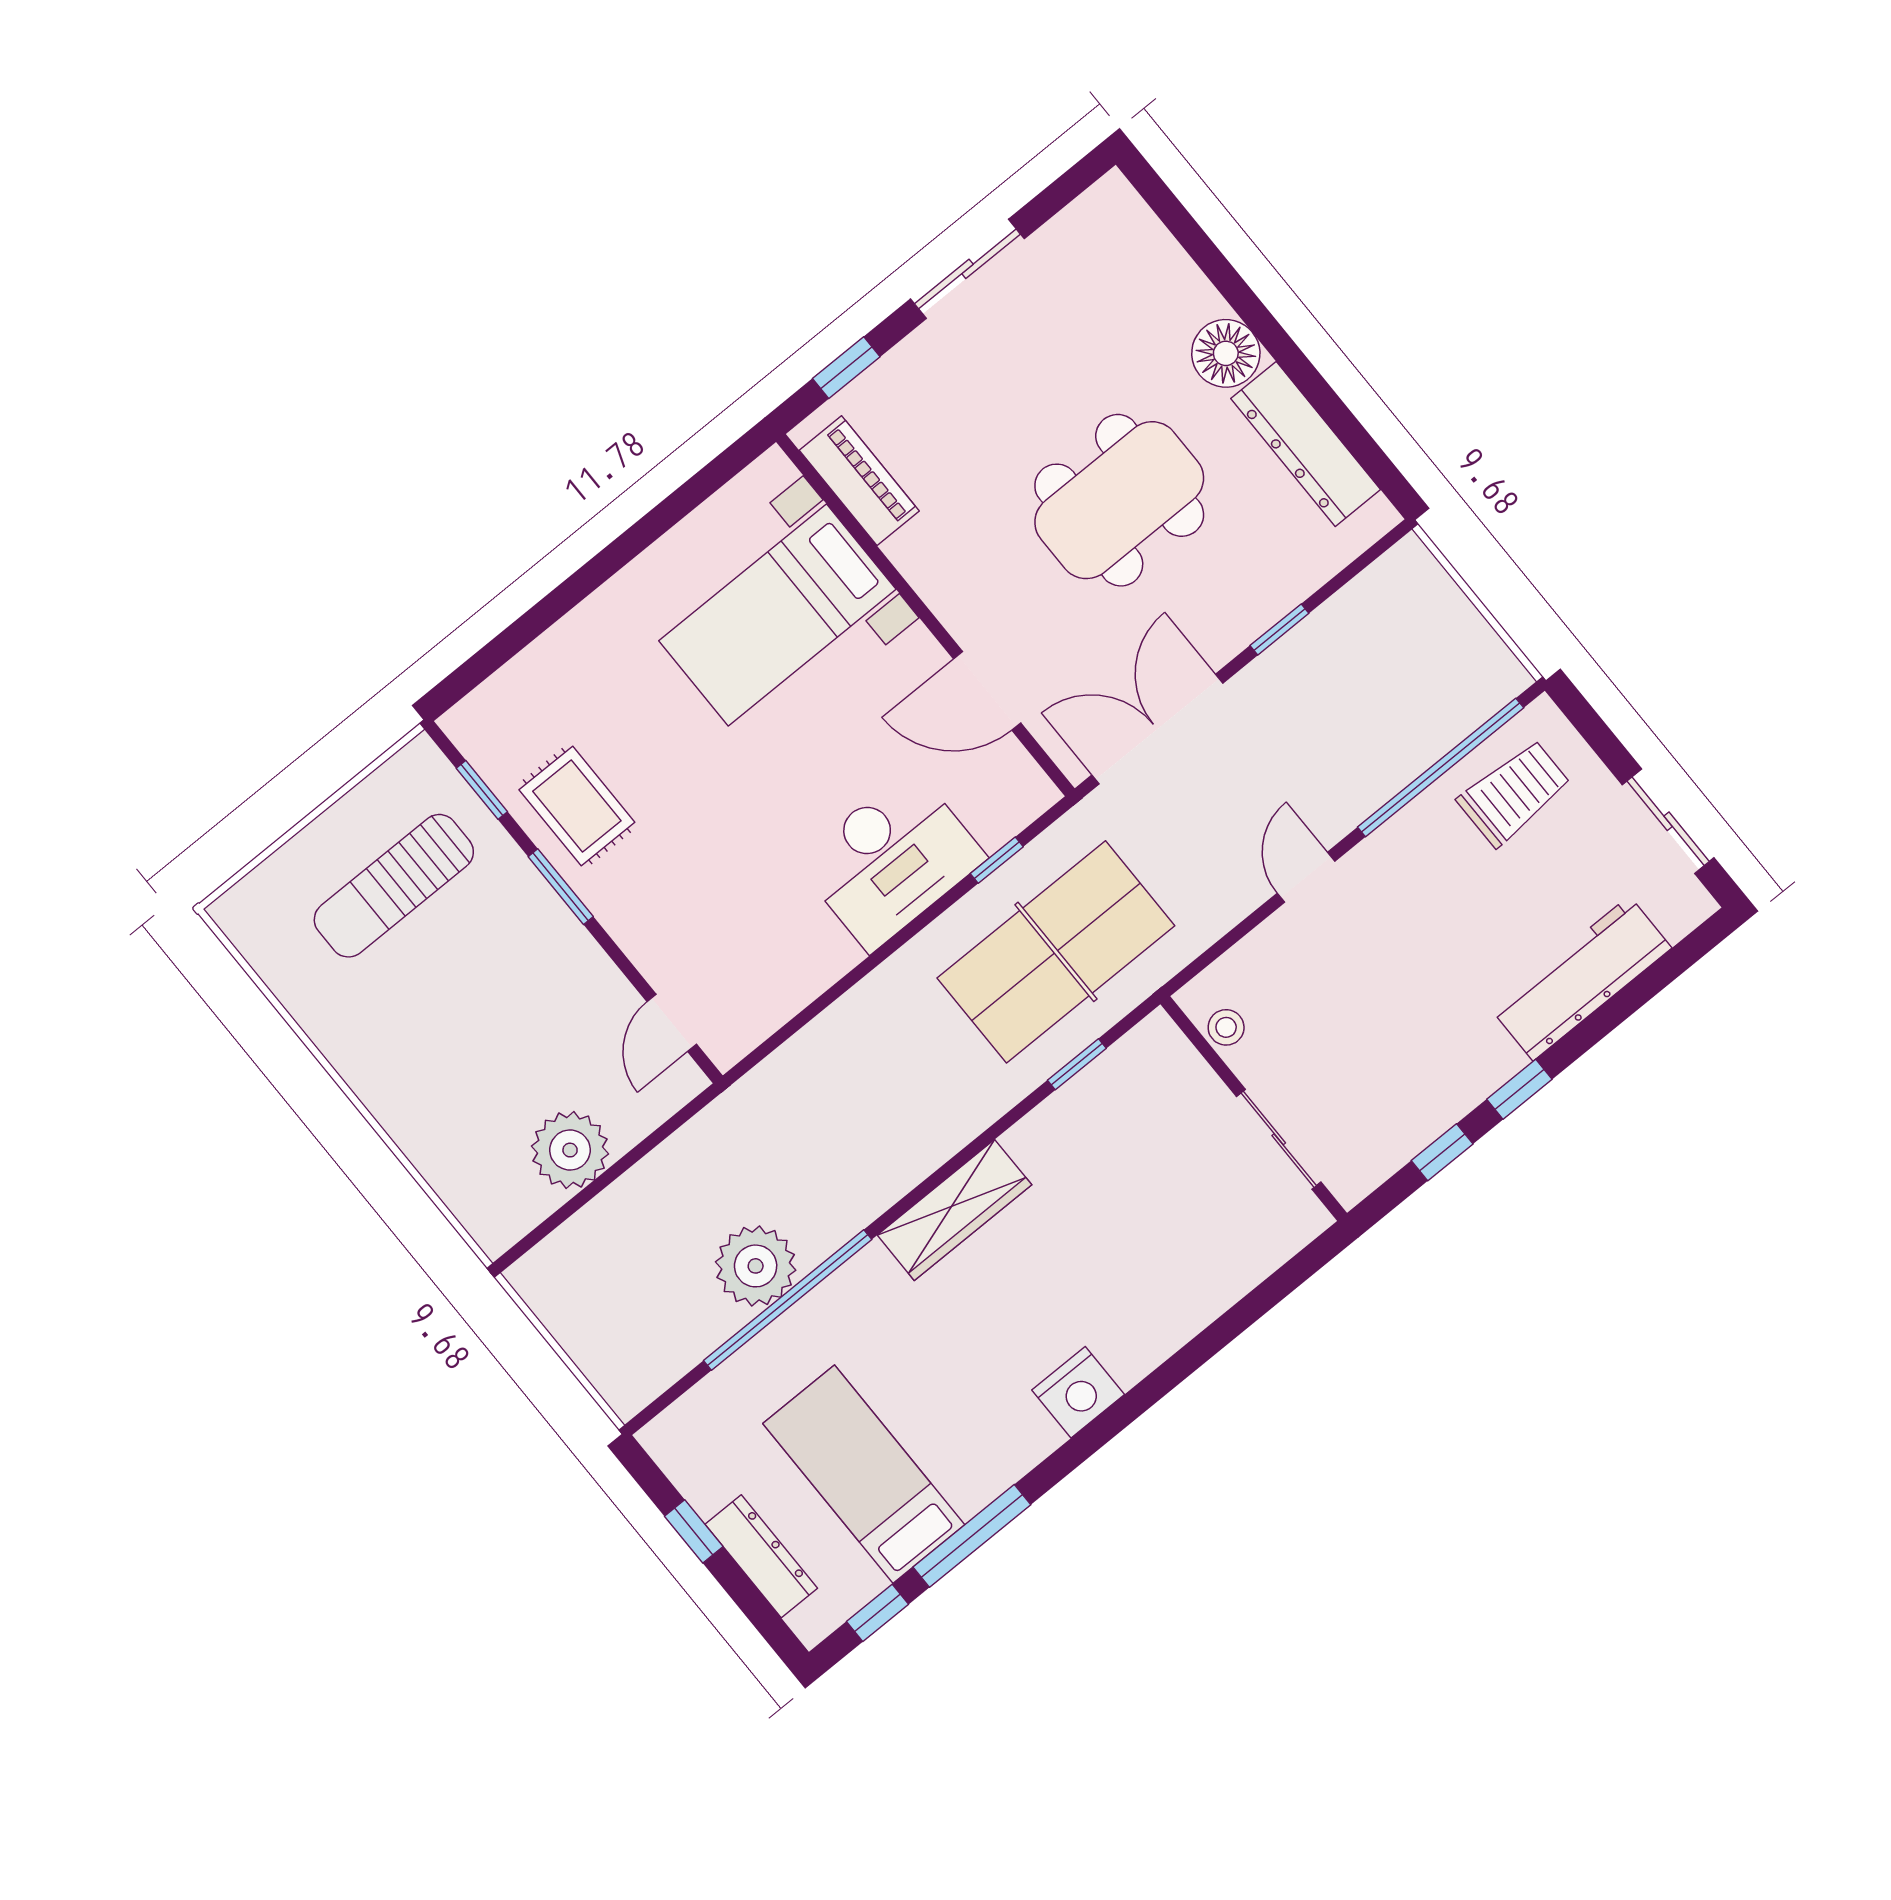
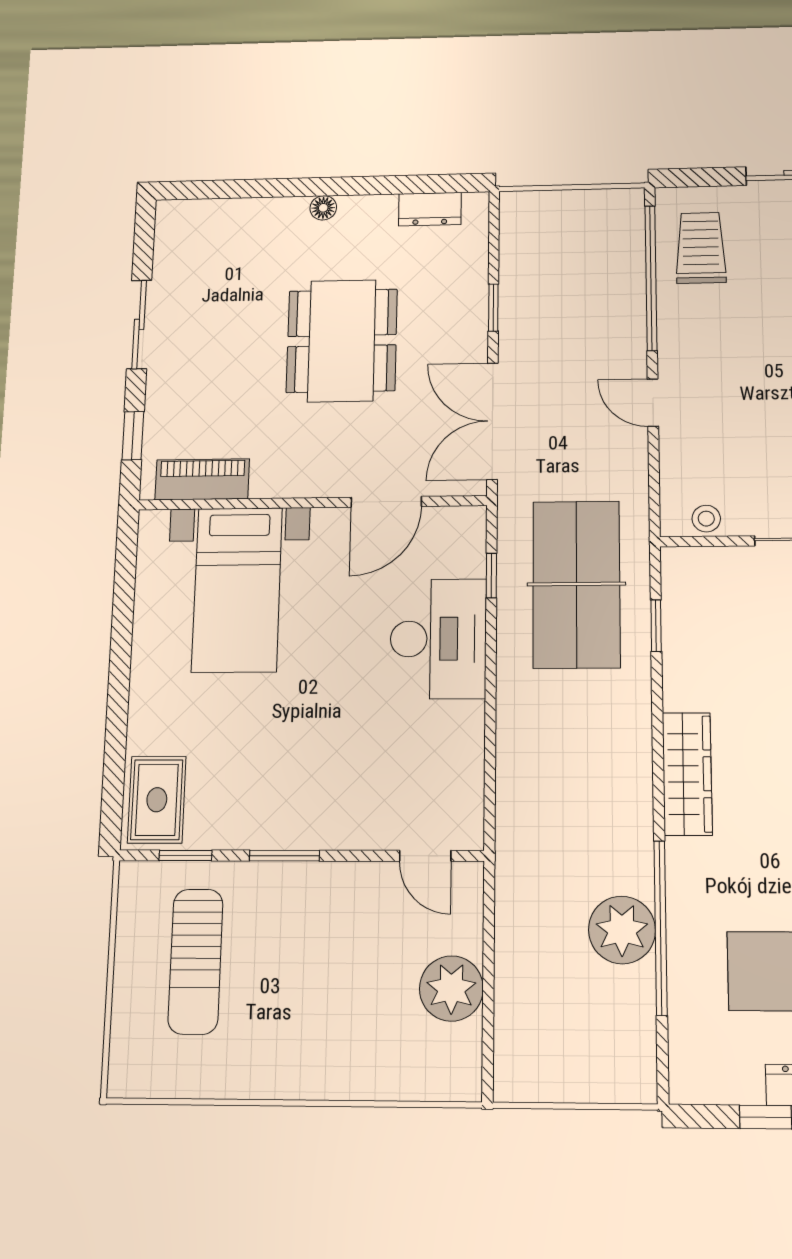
floor lamp: (1226, 353) -> (323, 208), width x0.53, depth x0.53
dresser: (1306, 444) -> (430, 209), width x0.51, depth x0.80
rug: (577, 806) -> (157, 800), moved, turned 90

